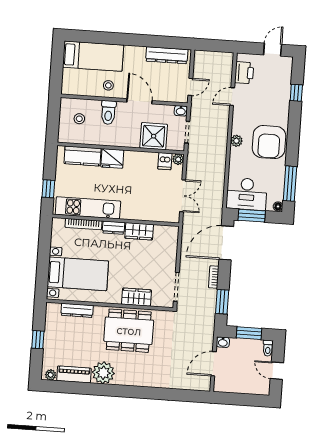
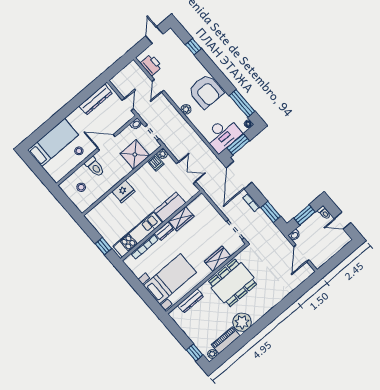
kitchen counter: (83, 156) -> (170, 207), moved, turned 180
window: (38, 340) -> (195, 353), moved

